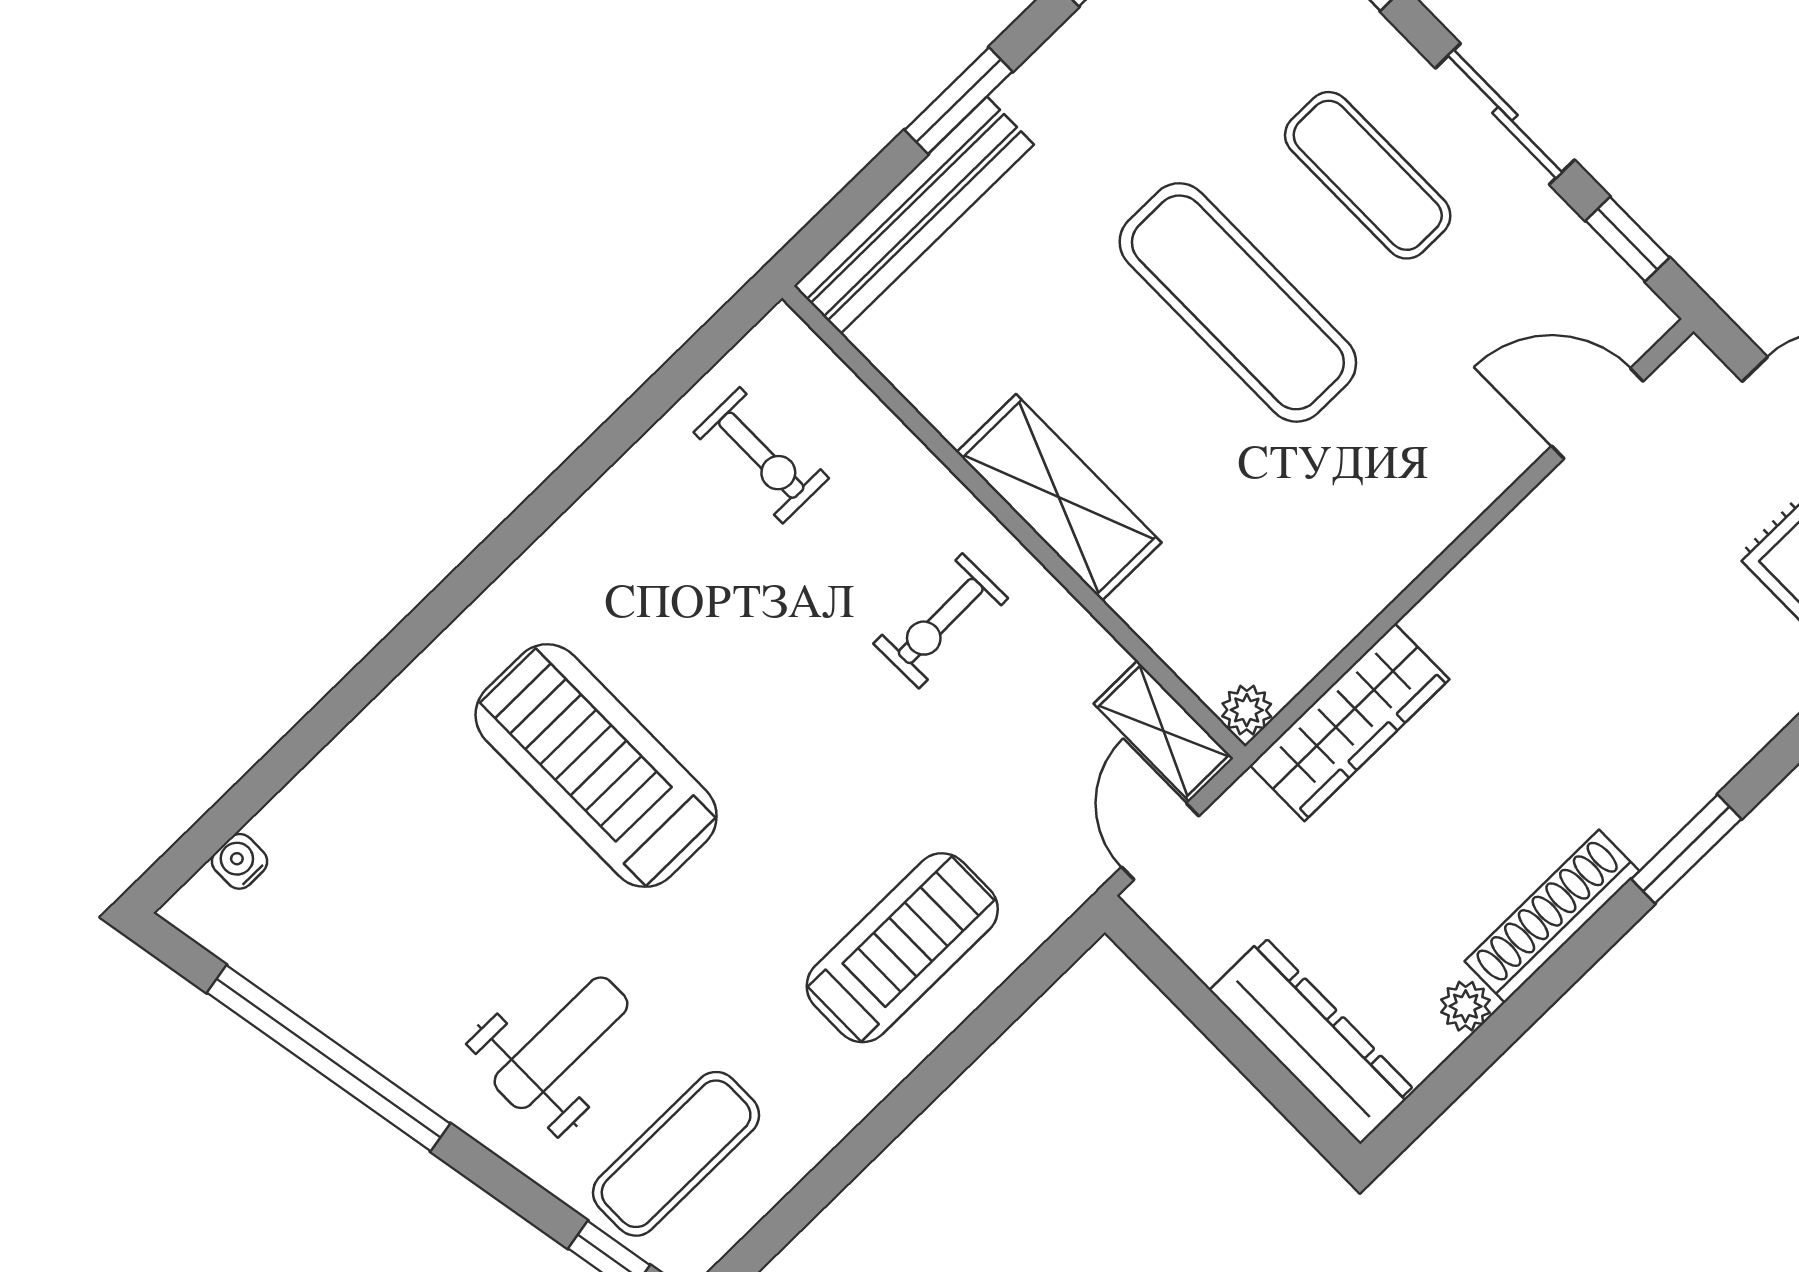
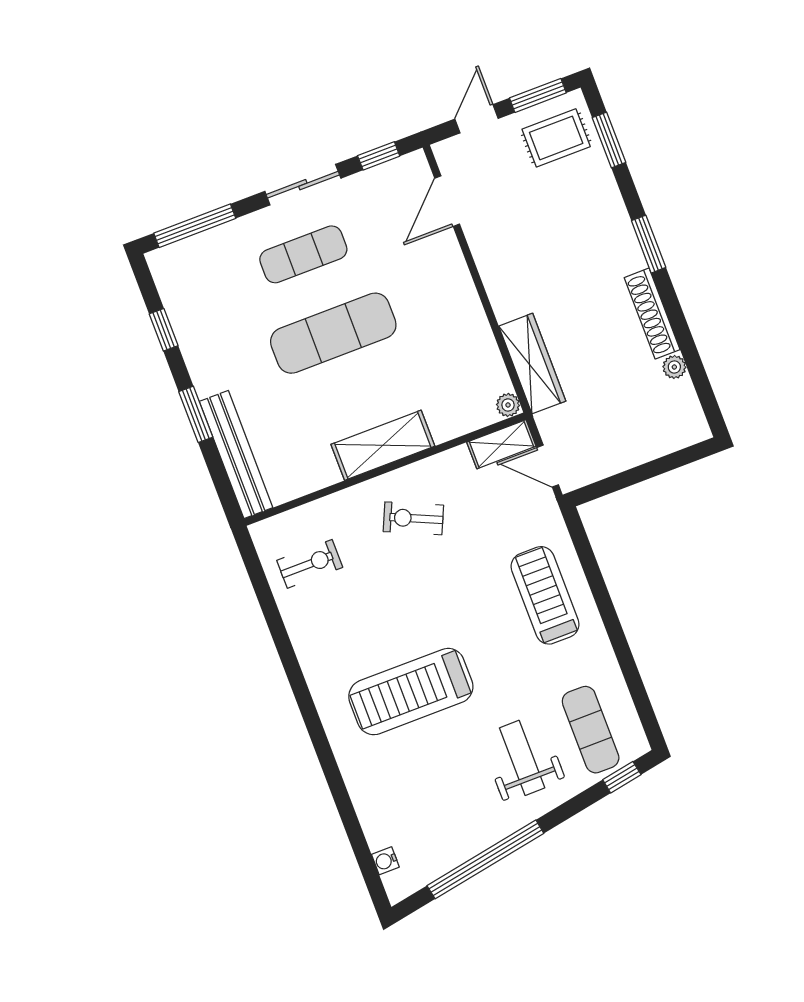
exercise bike: (941, 621) -> (413, 518), turned 115
dresser: (1312, 1040) -> (660, 438), removed

